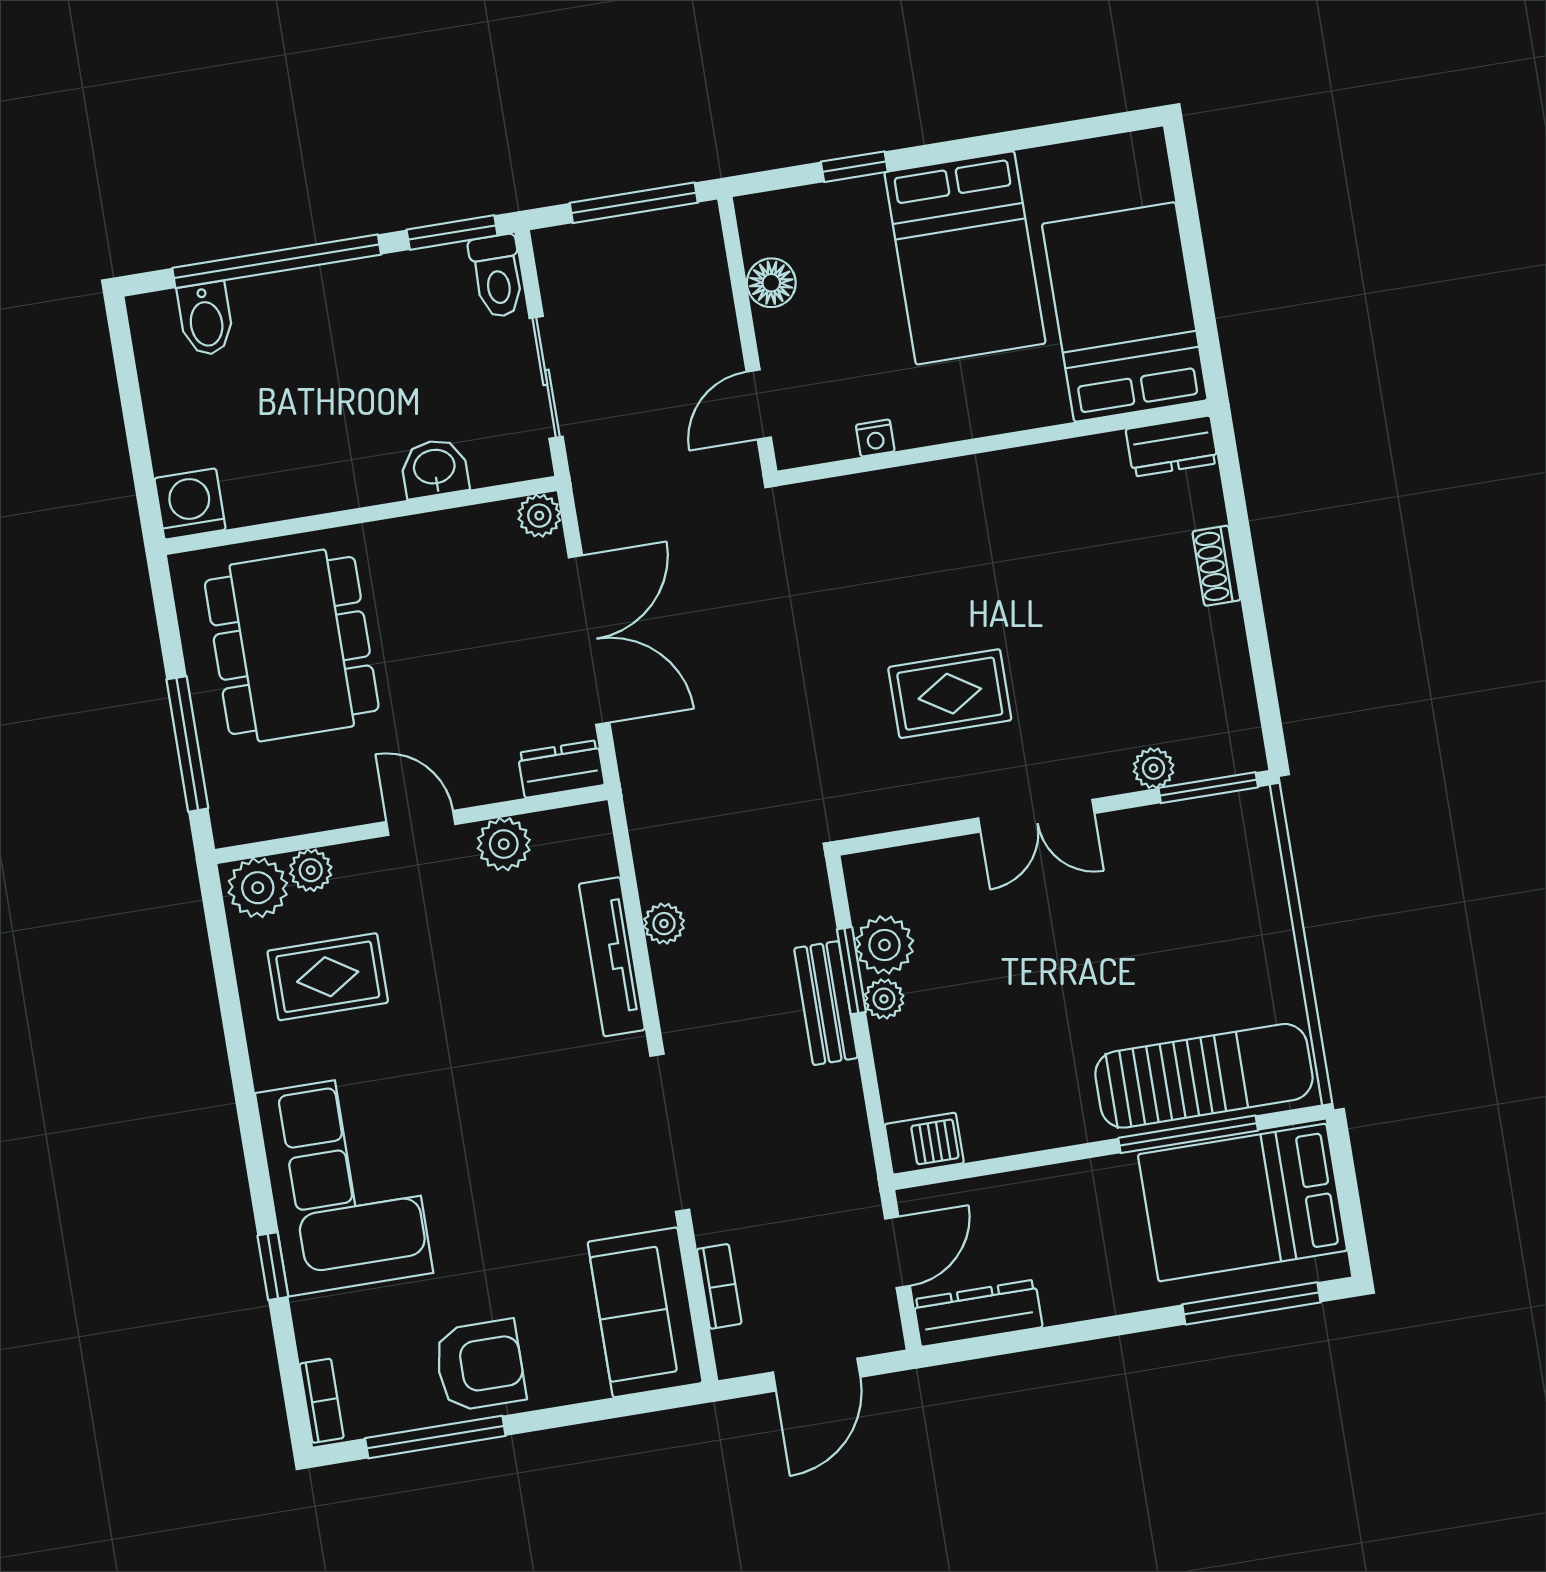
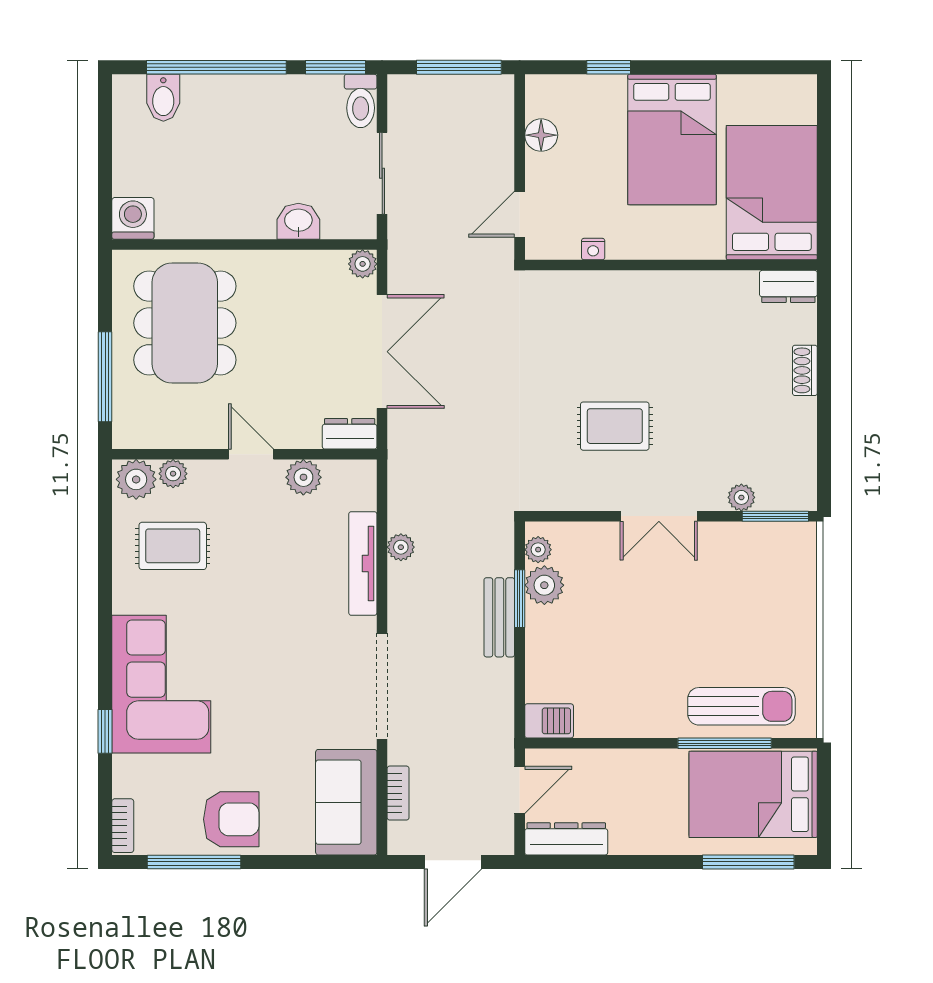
plant: (884, 999) -> (538, 550), moved
sun lounger: (1204, 1076) -> (741, 706), width x0.73, depth x0.75

